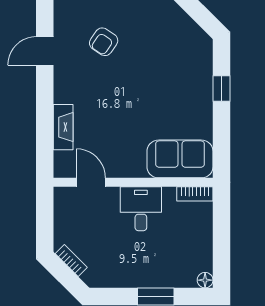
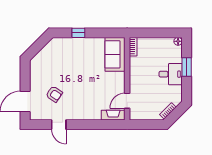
fireplace: (63, 127) -> (113, 115), moved
desk: (141, 209) -> (171, 74), moved, turned 180

